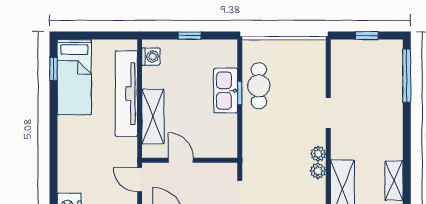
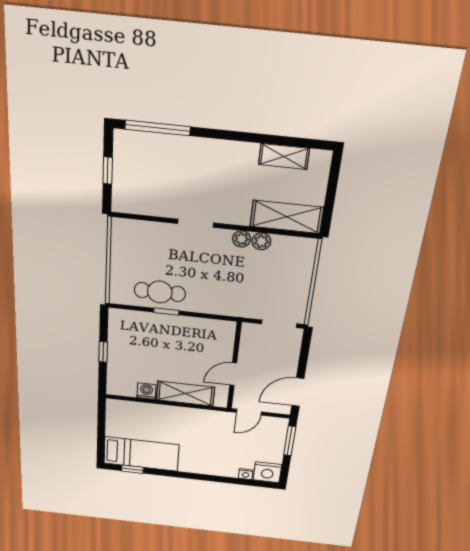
washing machine: (151, 56) -> (146, 391), moved
kitchen sink: (226, 91) -> (163, 325), removed
tv unit: (126, 94) -> (160, 414), removed
nightstand: (64, 185) -> (246, 474), added

